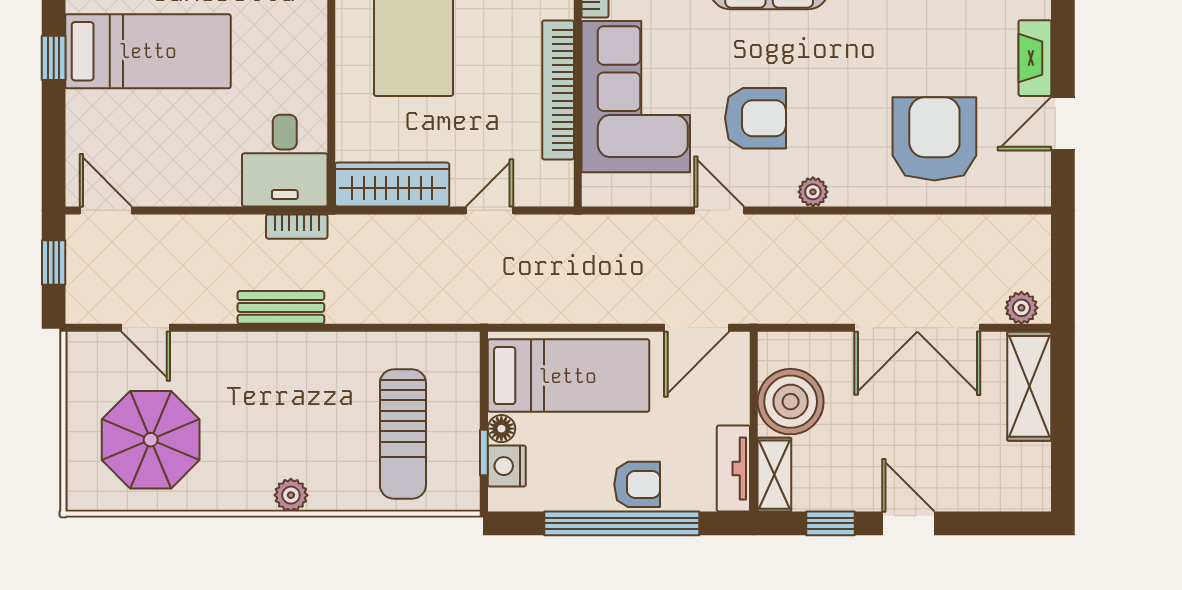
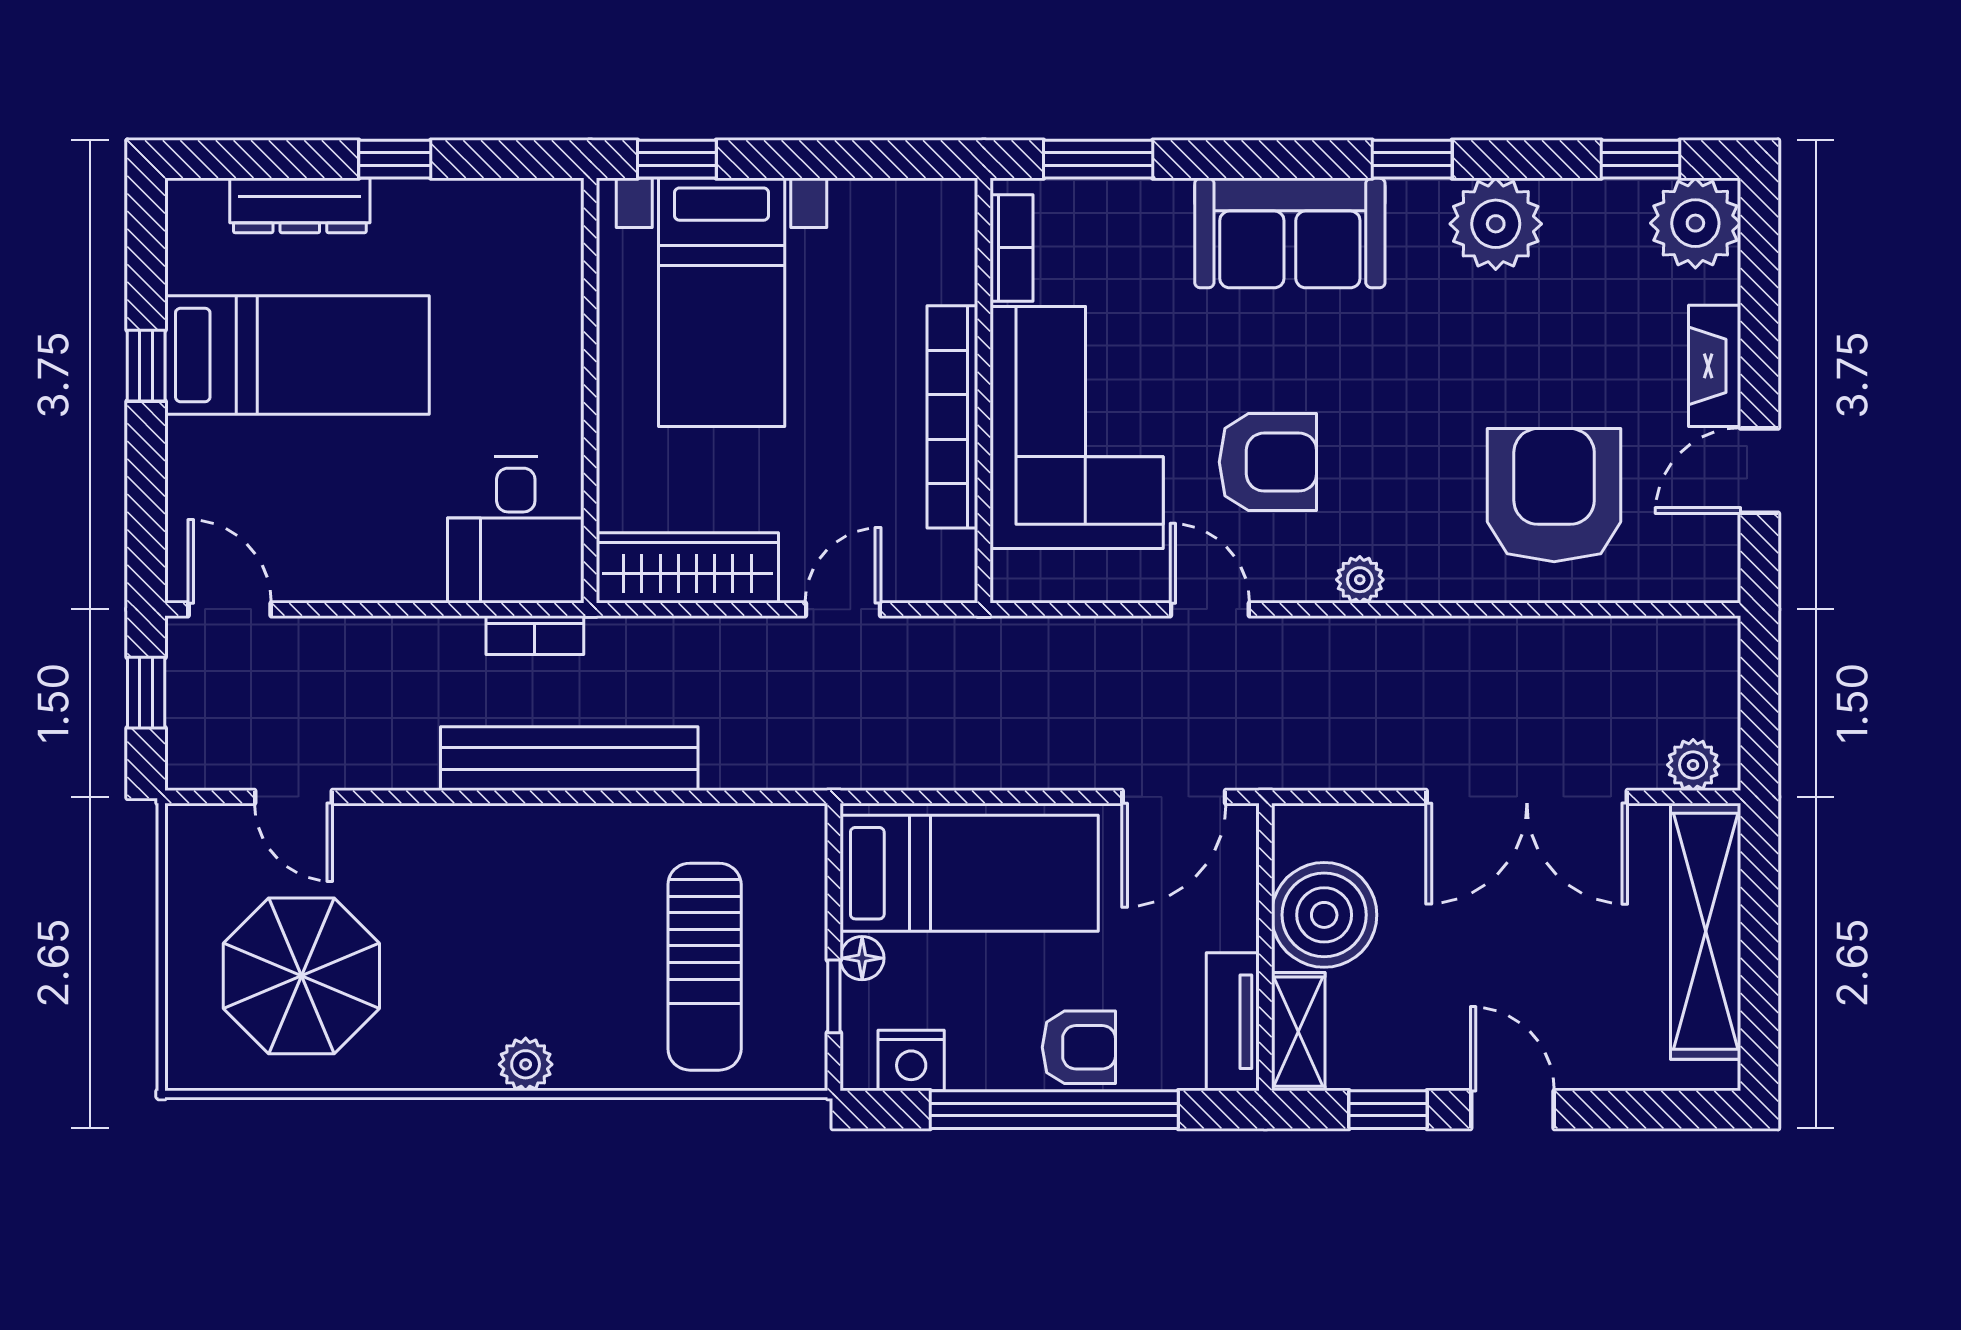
bench: (281, 307) -> (569, 759), width x1.86, depth x1.21
shelving: (1029, 386) -> (1706, 931), width x1.47
nightstand: (507, 466) -> (911, 1061), moved, turned -90

